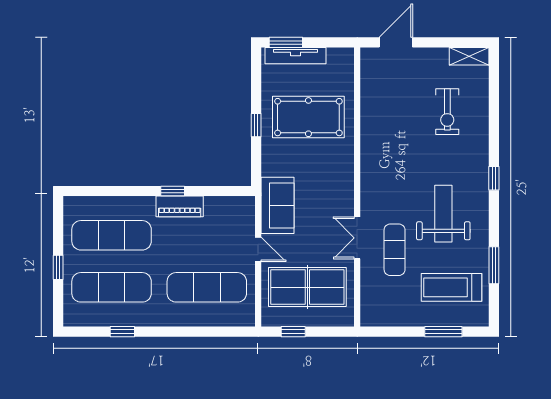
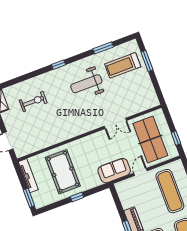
tv unit: (295, 56) -> (28, 176), moved
exercise mat: (395, 250) -> (114, 102), removed
treadmill: (451, 287) -> (123, 65), turned 90

